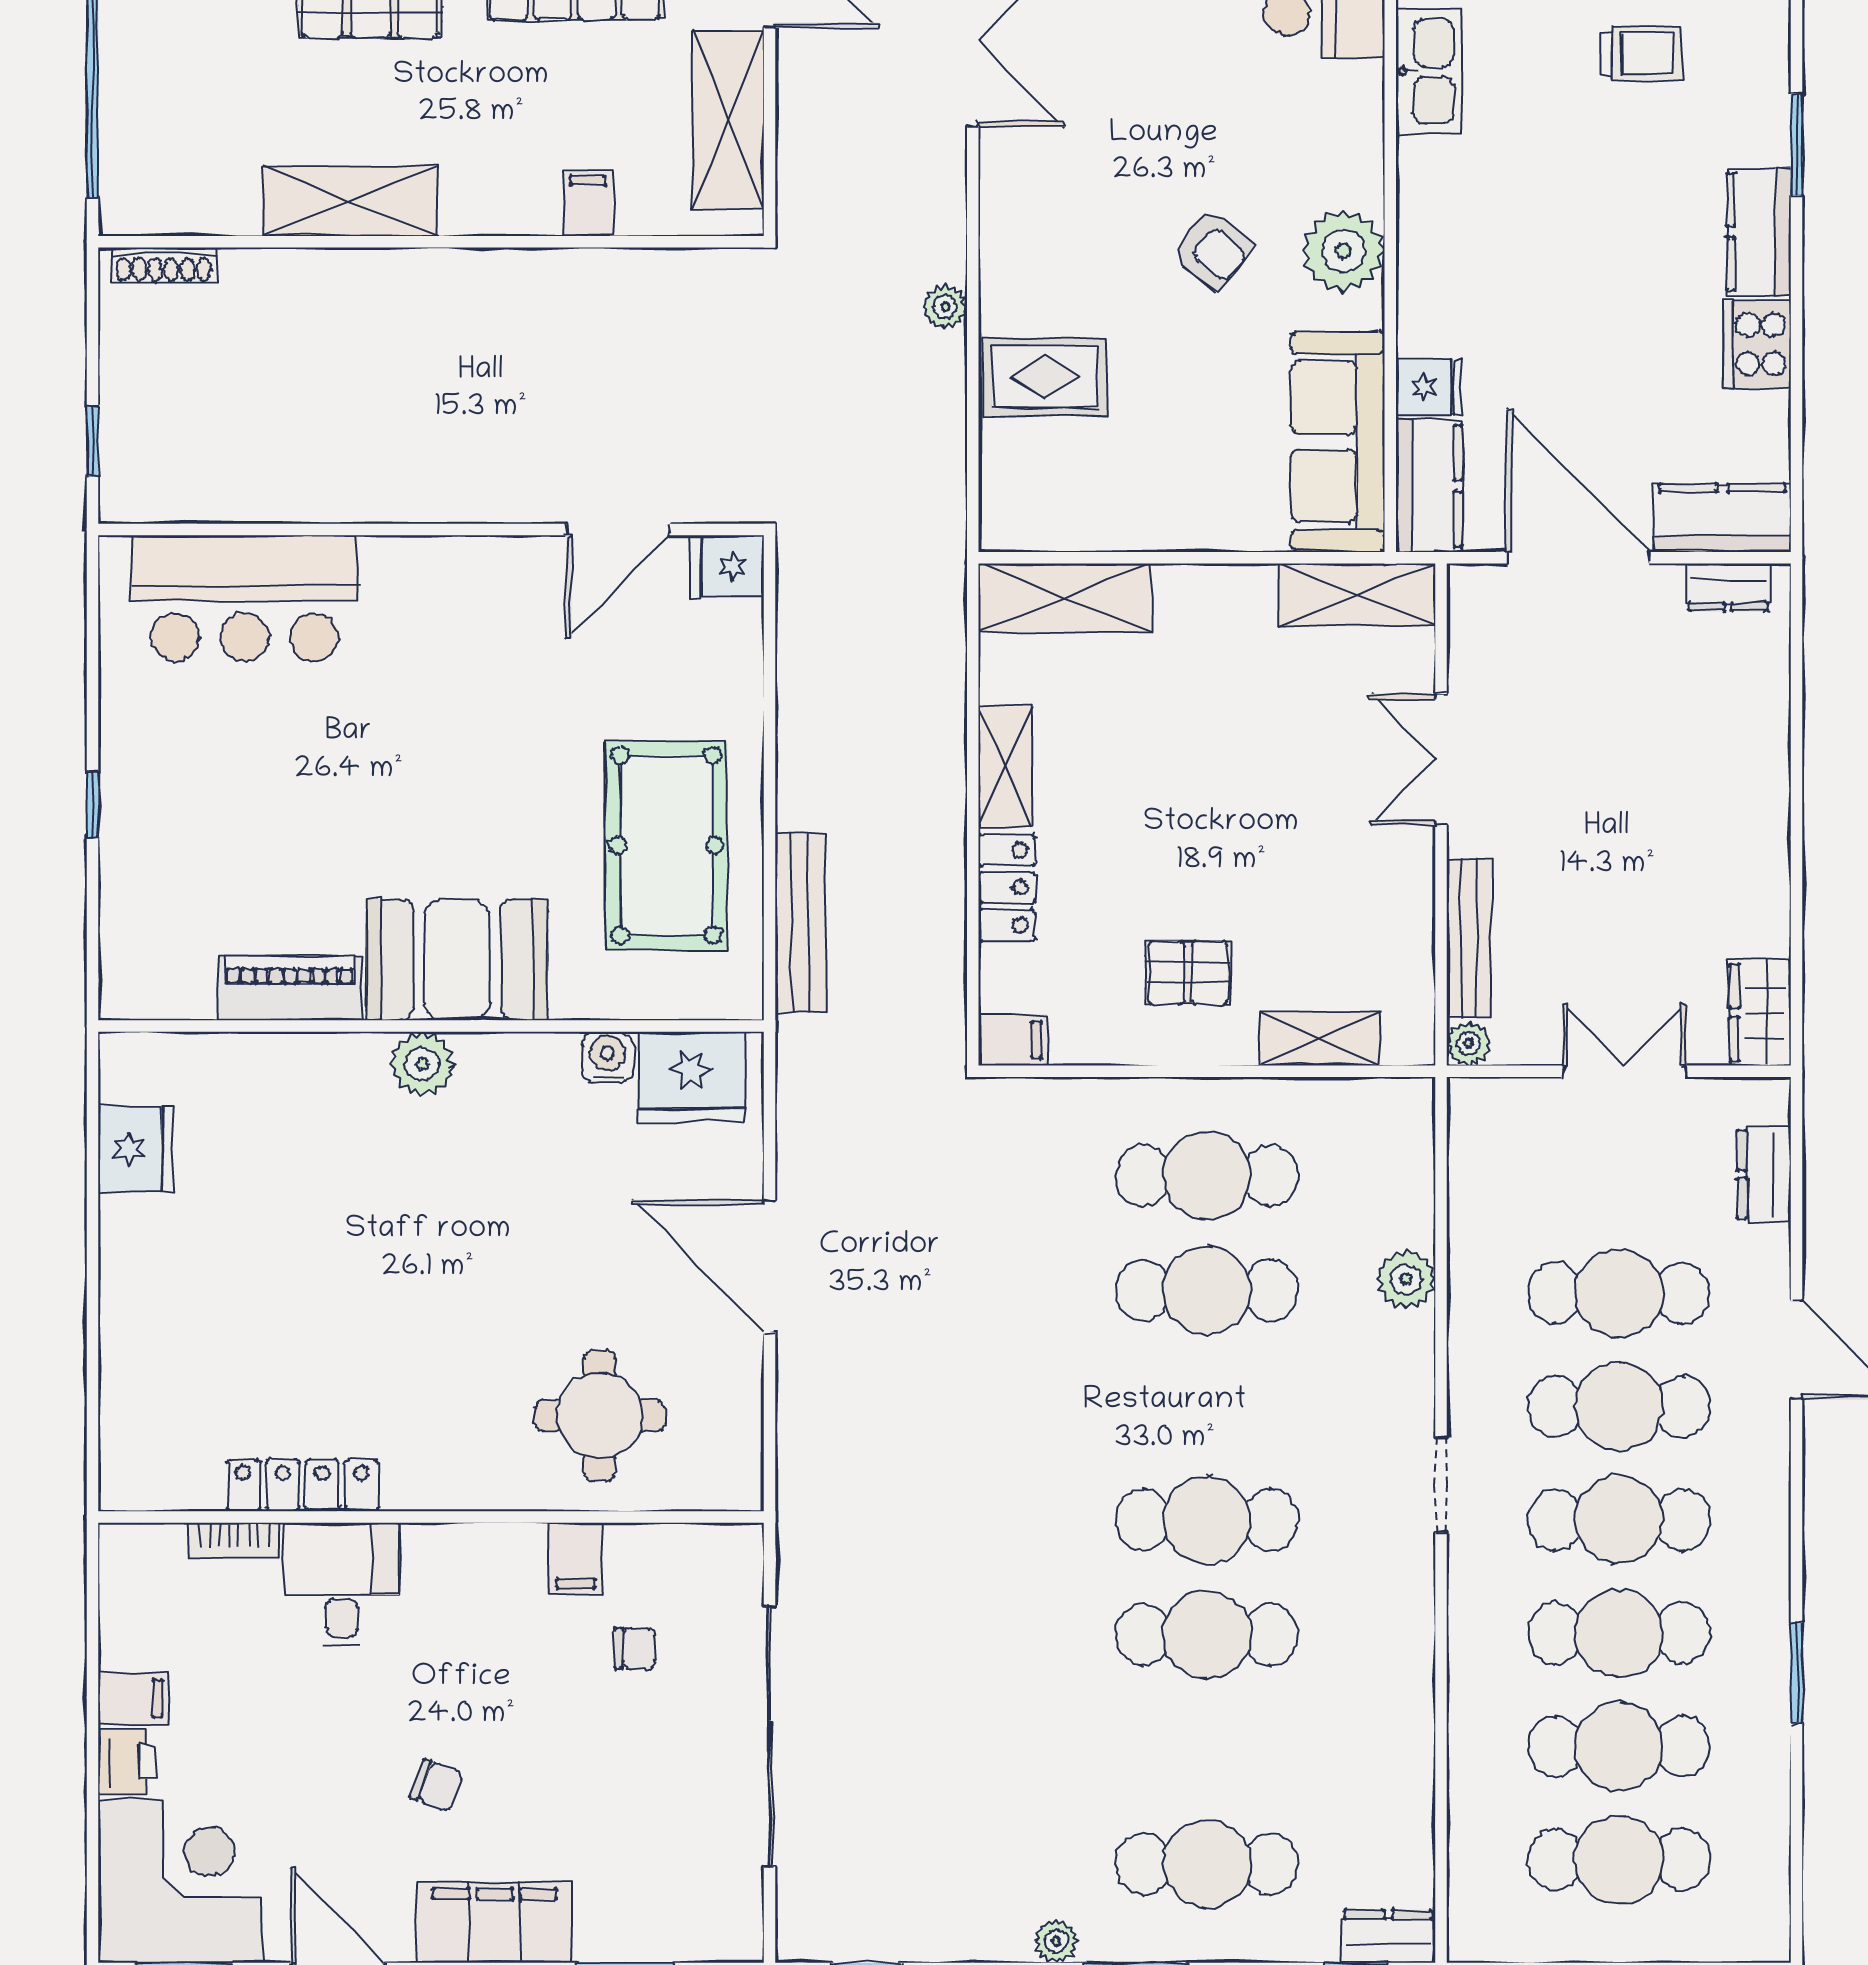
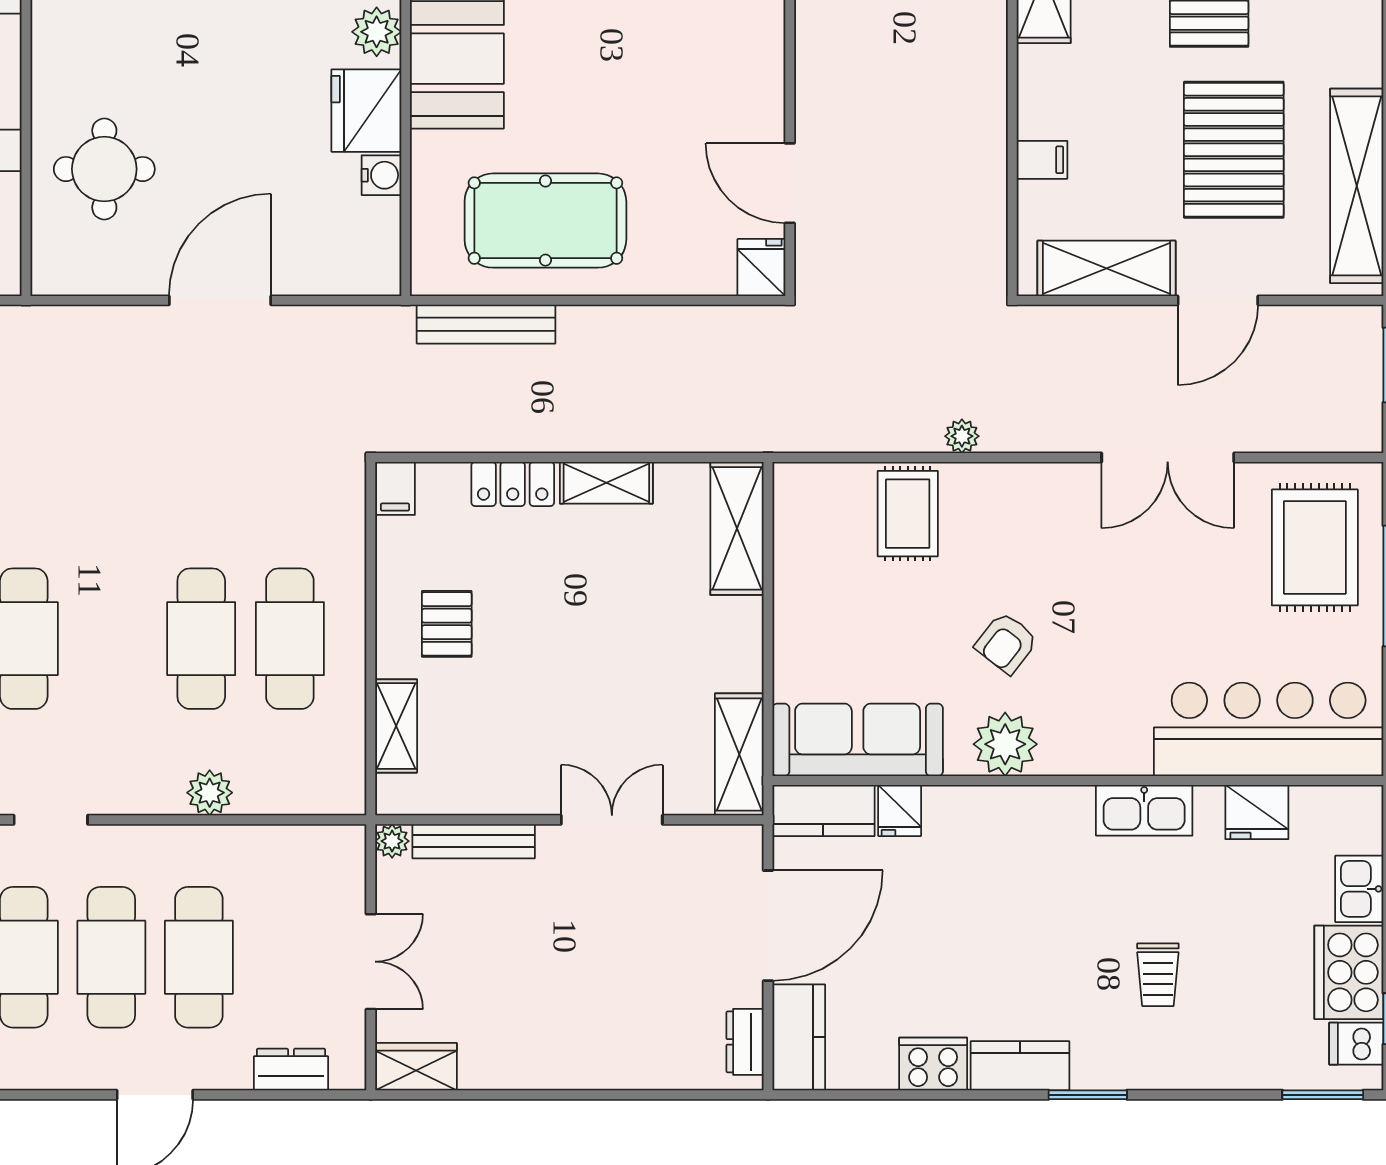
fridge: (691, 1077) -> (366, 111), moved

